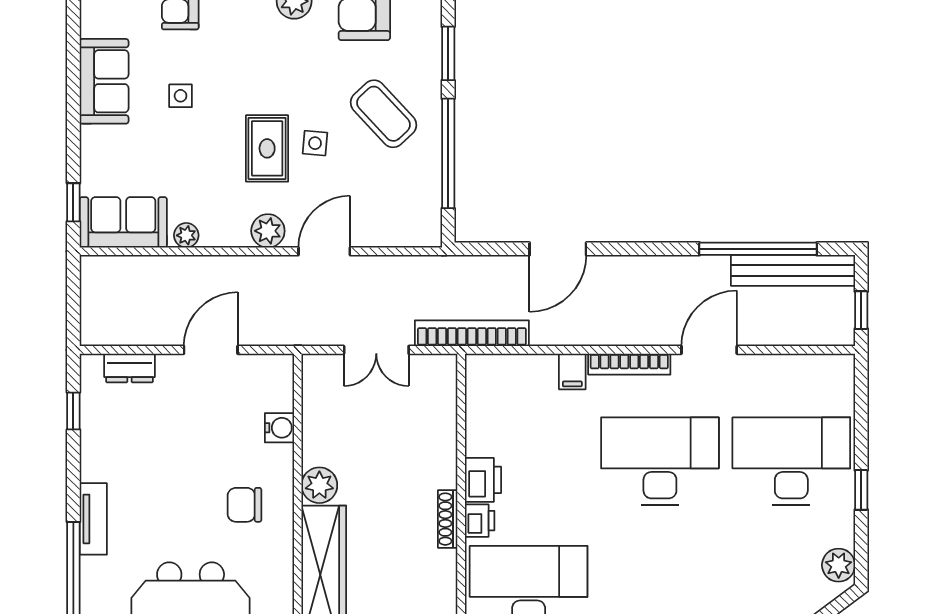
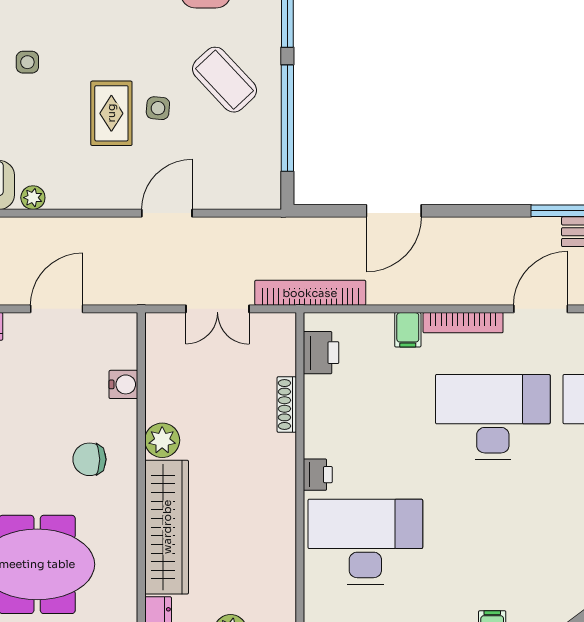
plant: (268, 231) -> (112, 193), removed
printer: (483, 480) -> (321, 353), moved
shoe rack: (448, 519) -> (287, 405), moved

